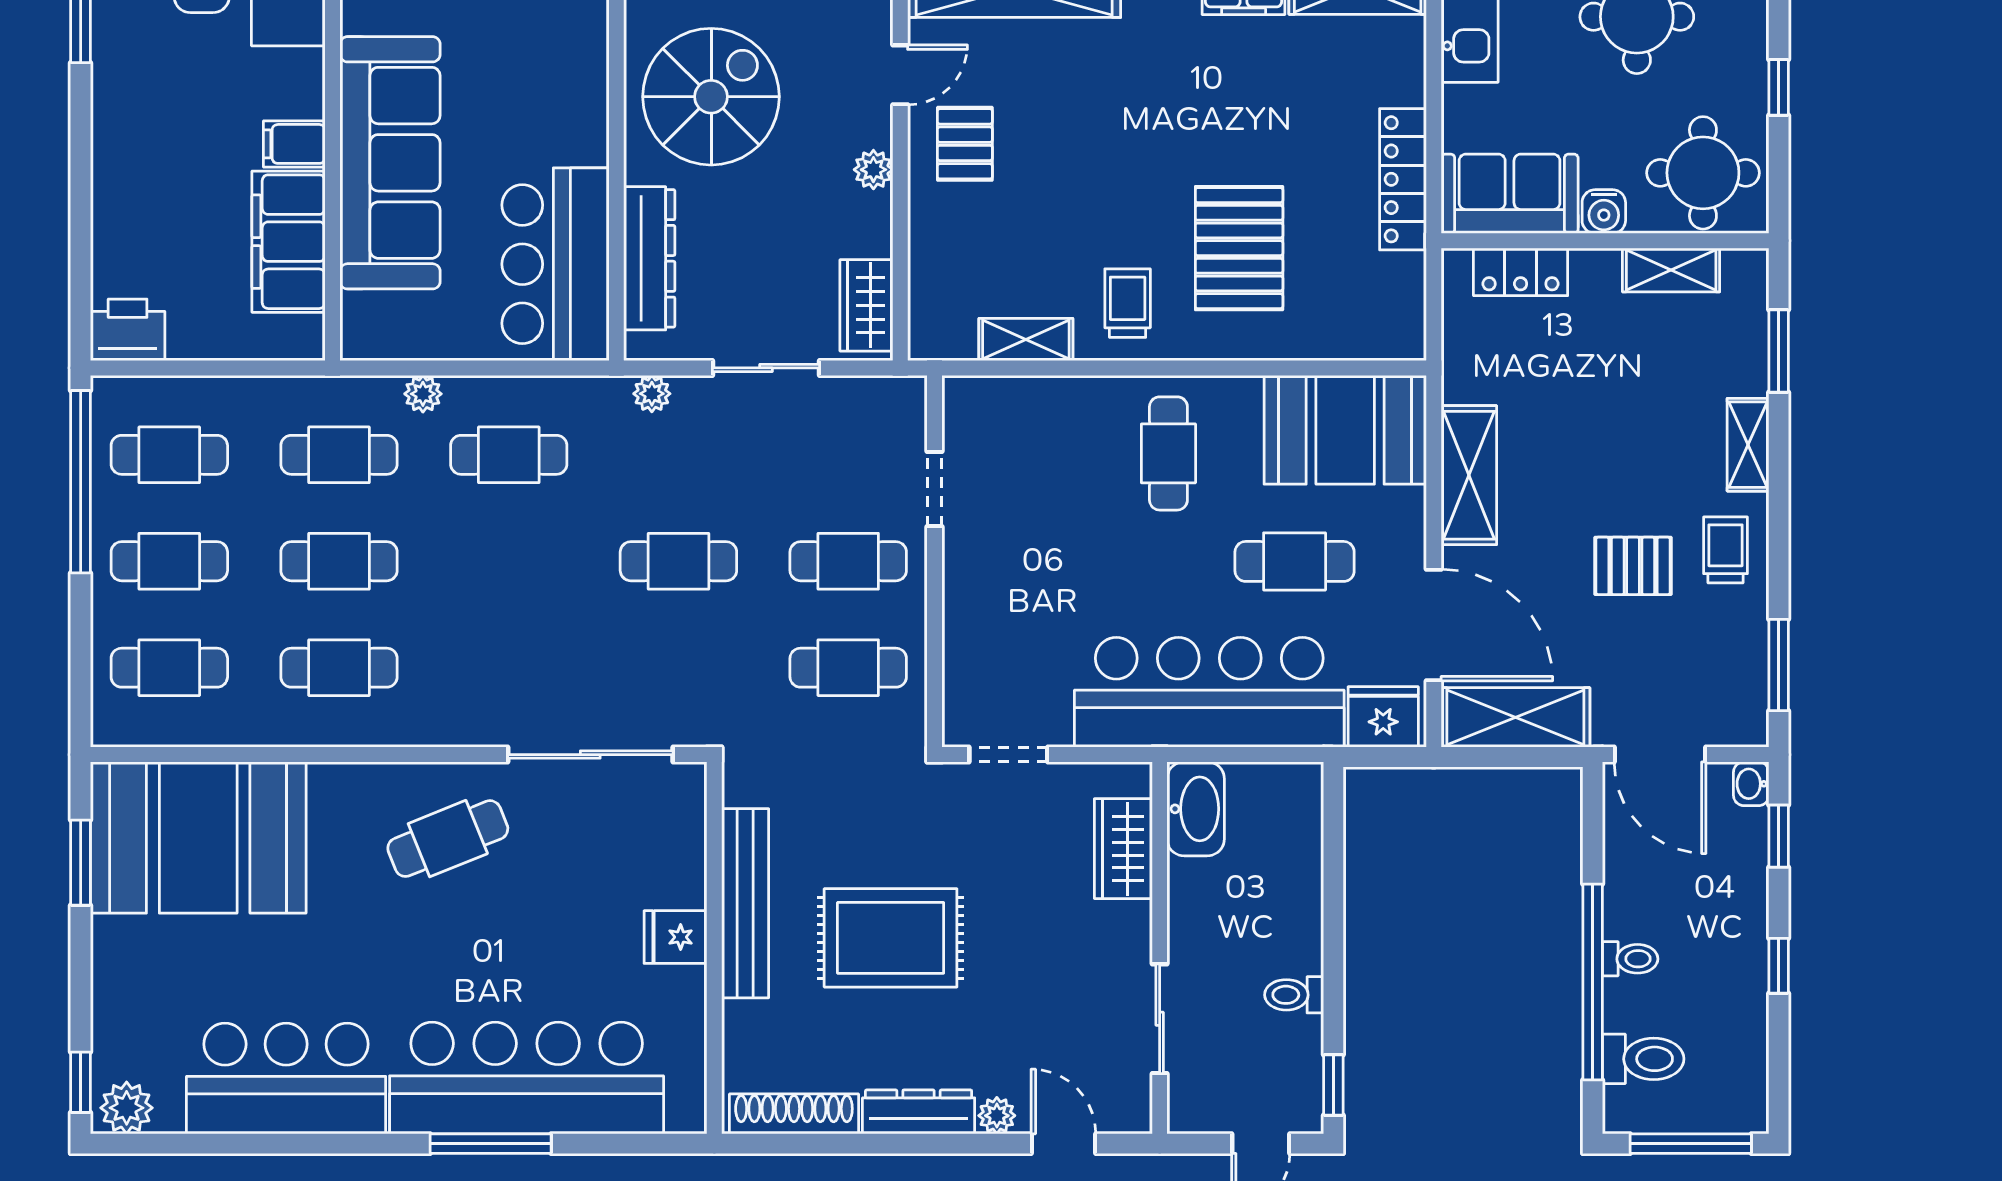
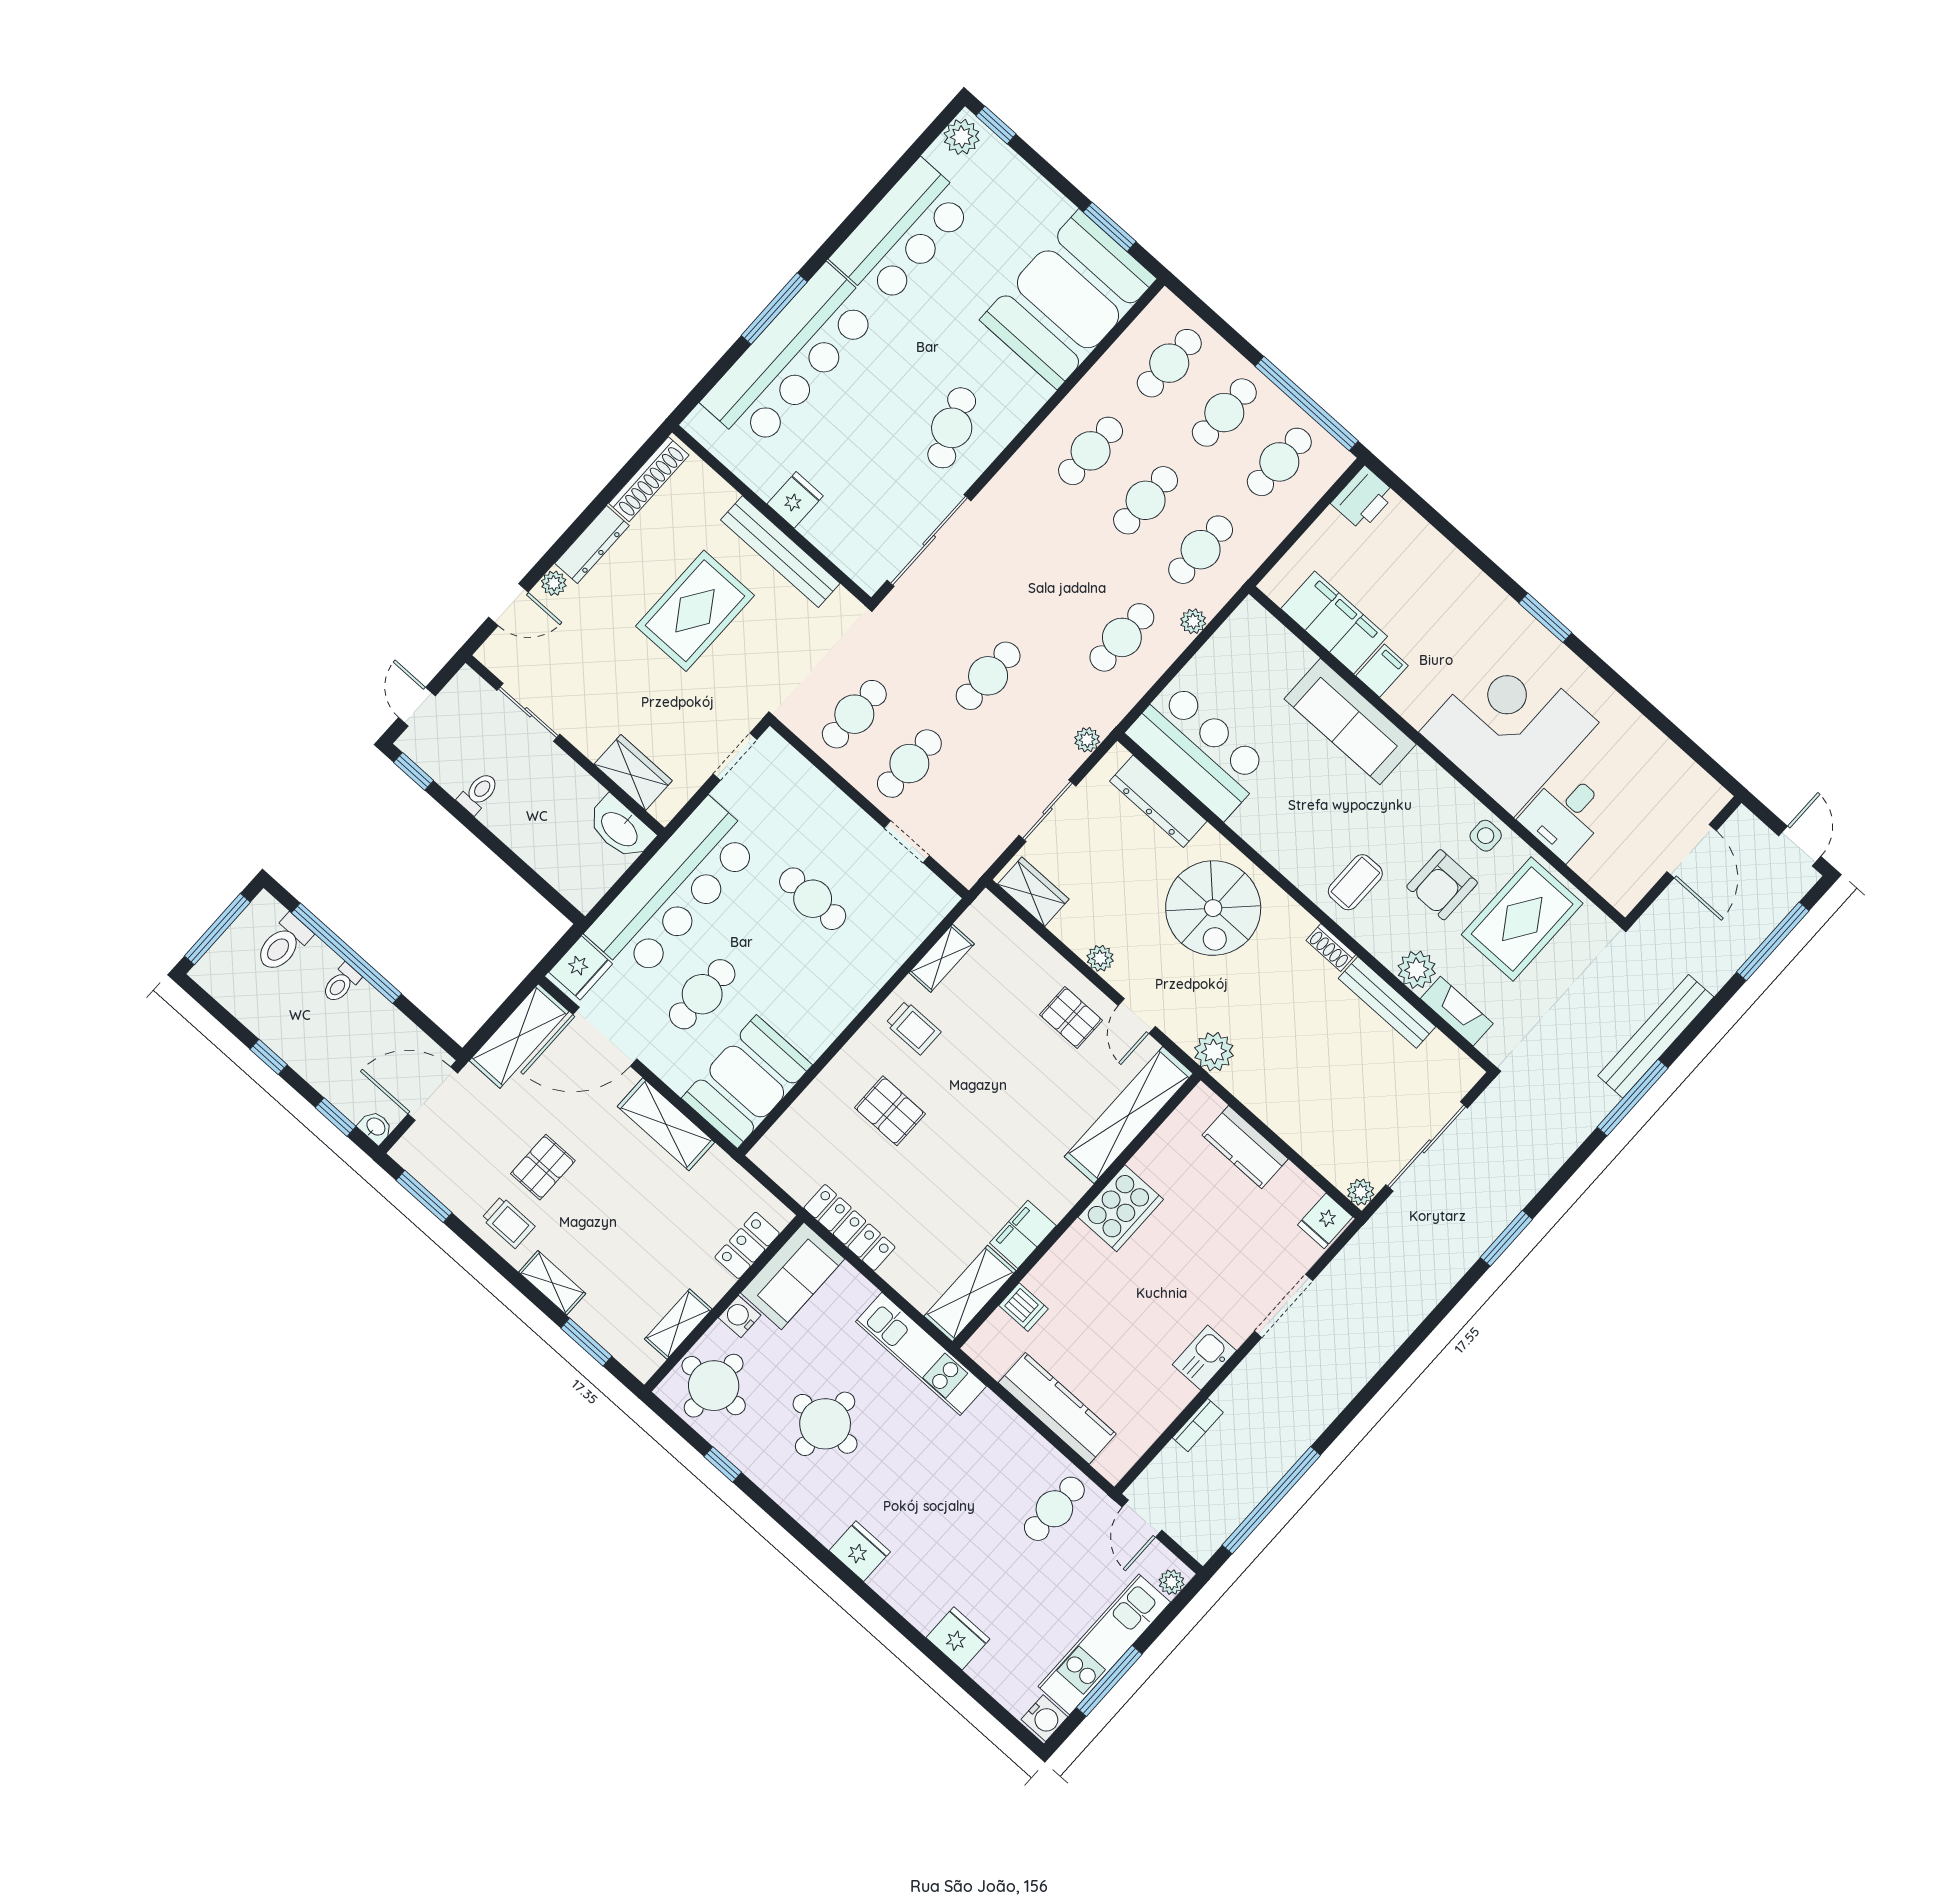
sofa: (390, 163) -> (1350, 721), width x0.74, depth x0.79
pallet: (1239, 248) -> (890, 1111), width x0.67, depth x0.71
cafe table: (1168, 453) -> (813, 899), moved

